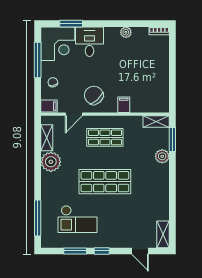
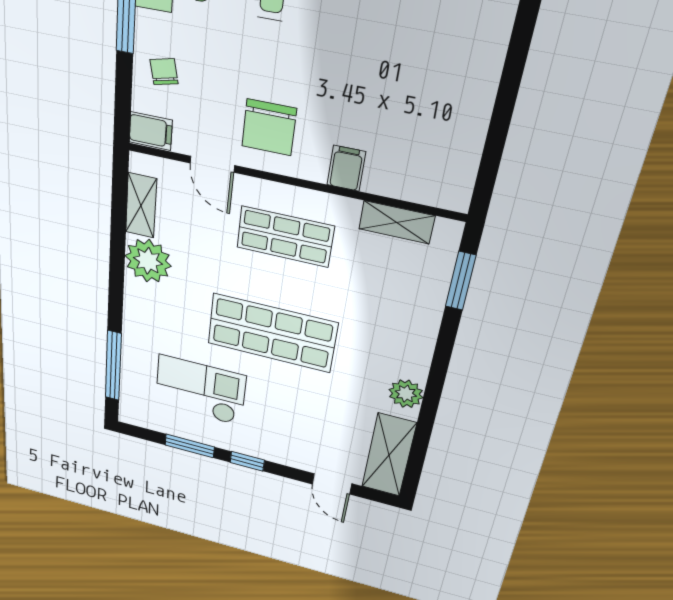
chair: (94, 95) -> (269, 127), turned -138
door: (74, 114) -> (212, 164), hinge flipped
shelving: (156, 122) -> (397, 222), moved
plant: (162, 156) -> (406, 394), moved
checkout: (77, 219) -> (200, 390), turned 180
shelving: (163, 234) -> (389, 455), width x1.50, depth x1.33

